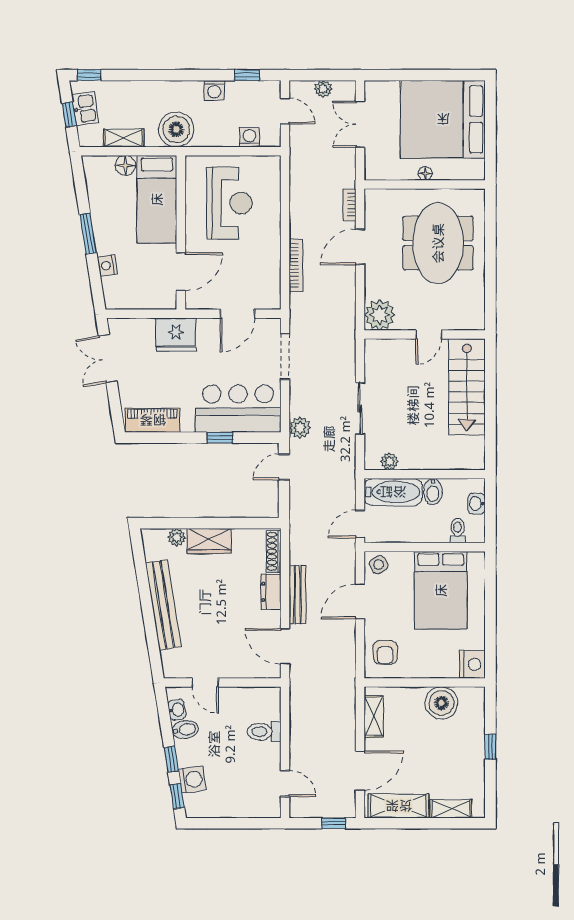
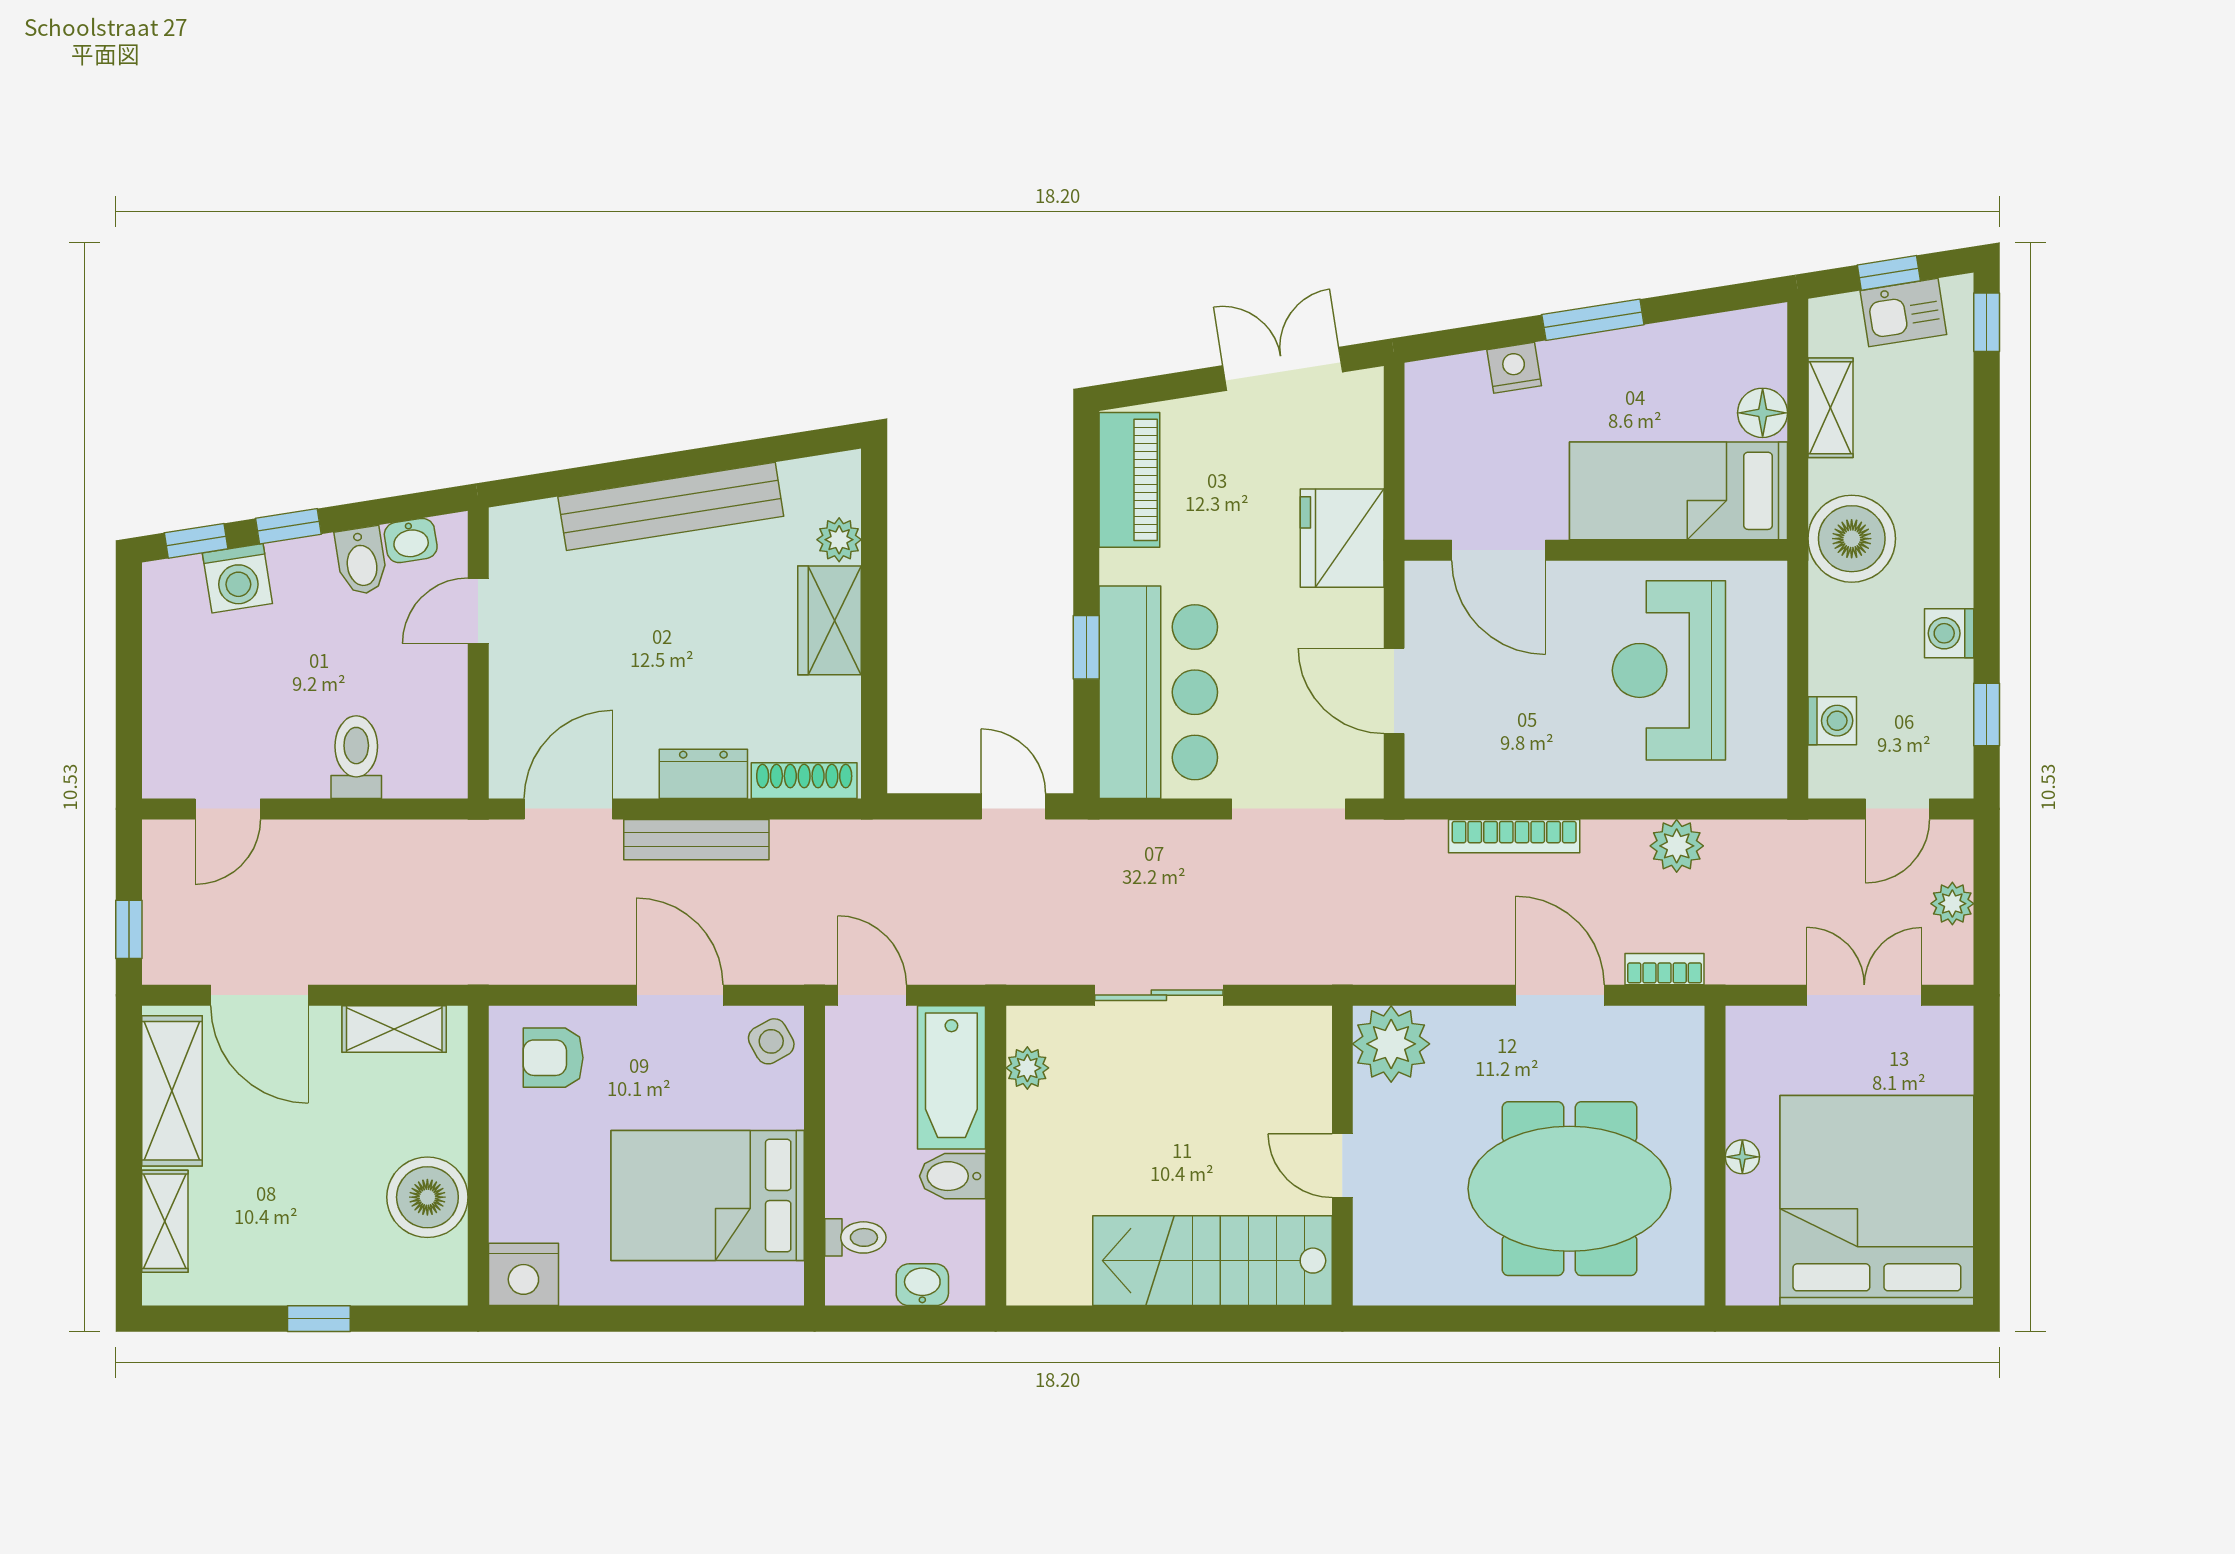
reception desk: (229, 203) -> (1669, 670), turned 90
plant: (300, 428) -> (1677, 846), moved

